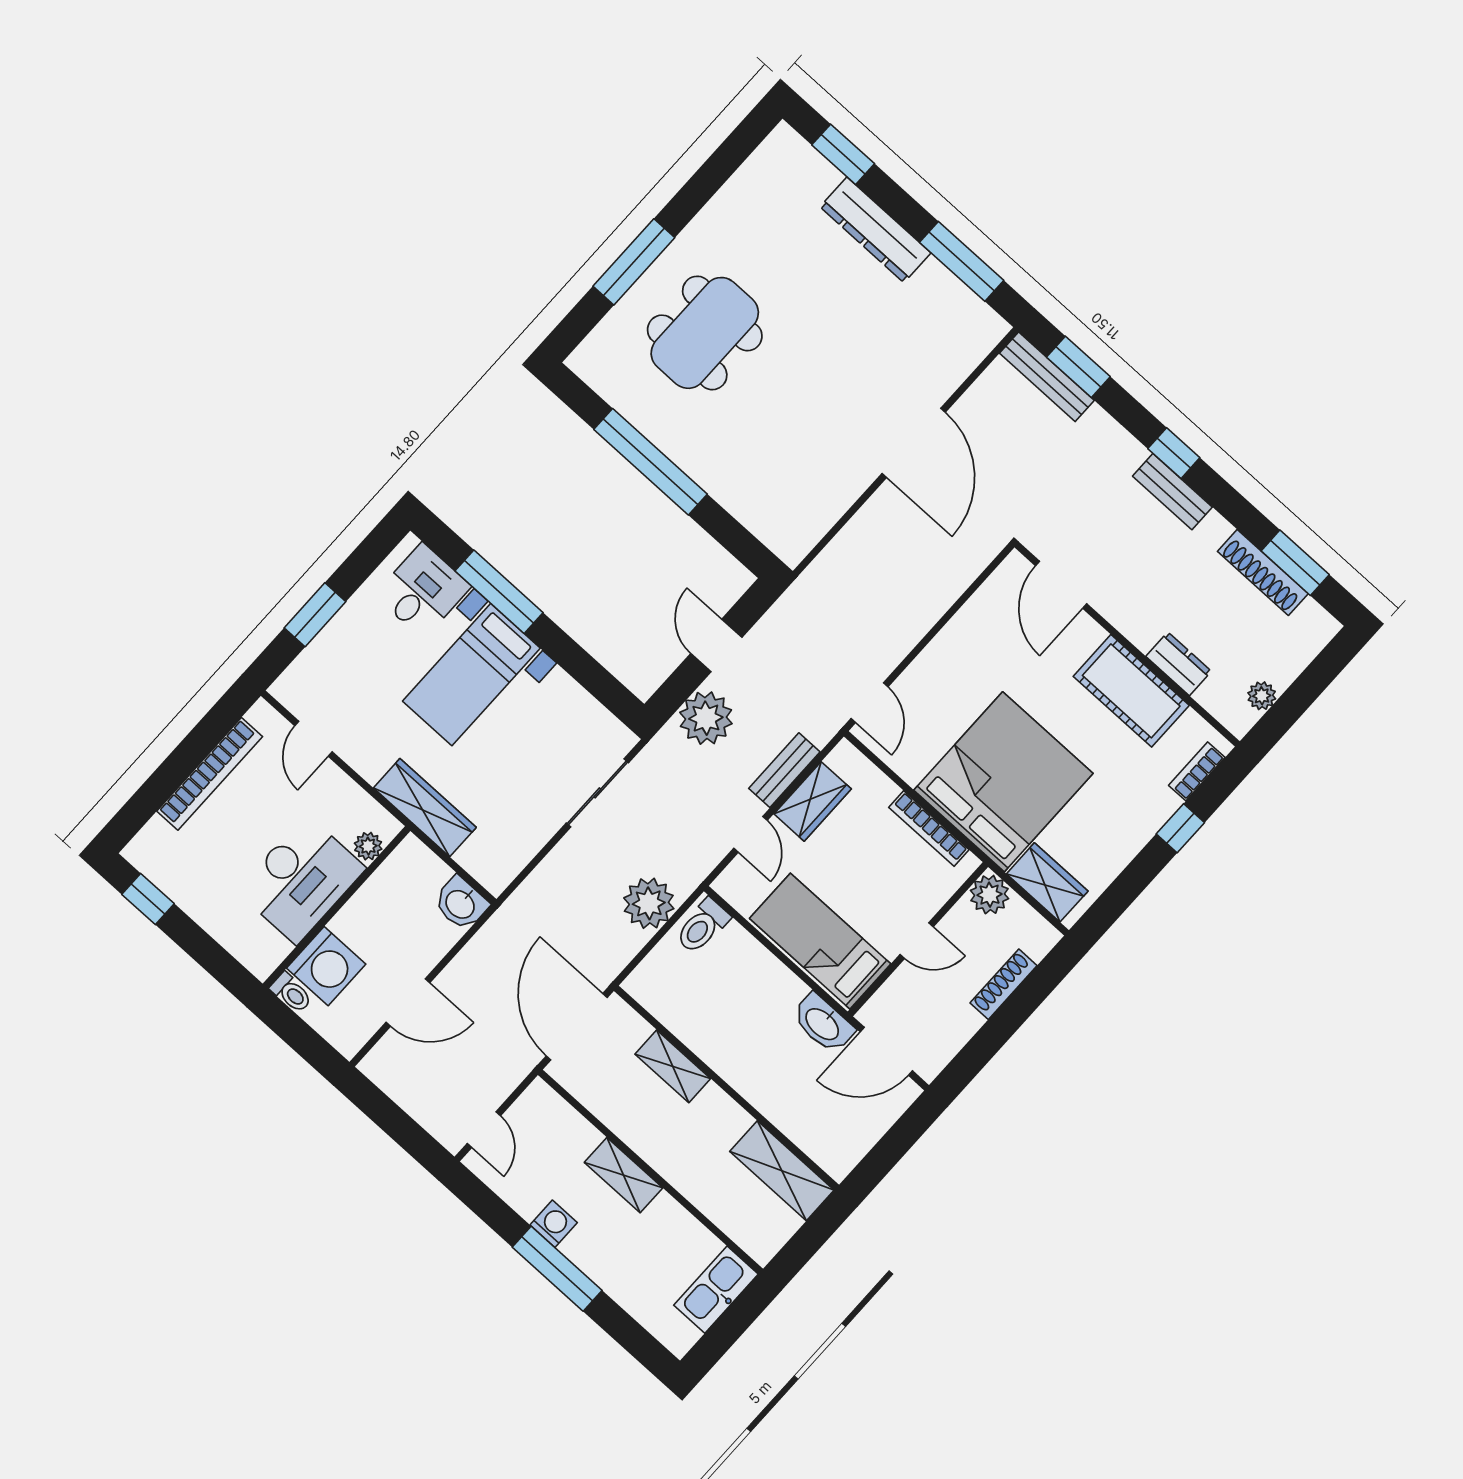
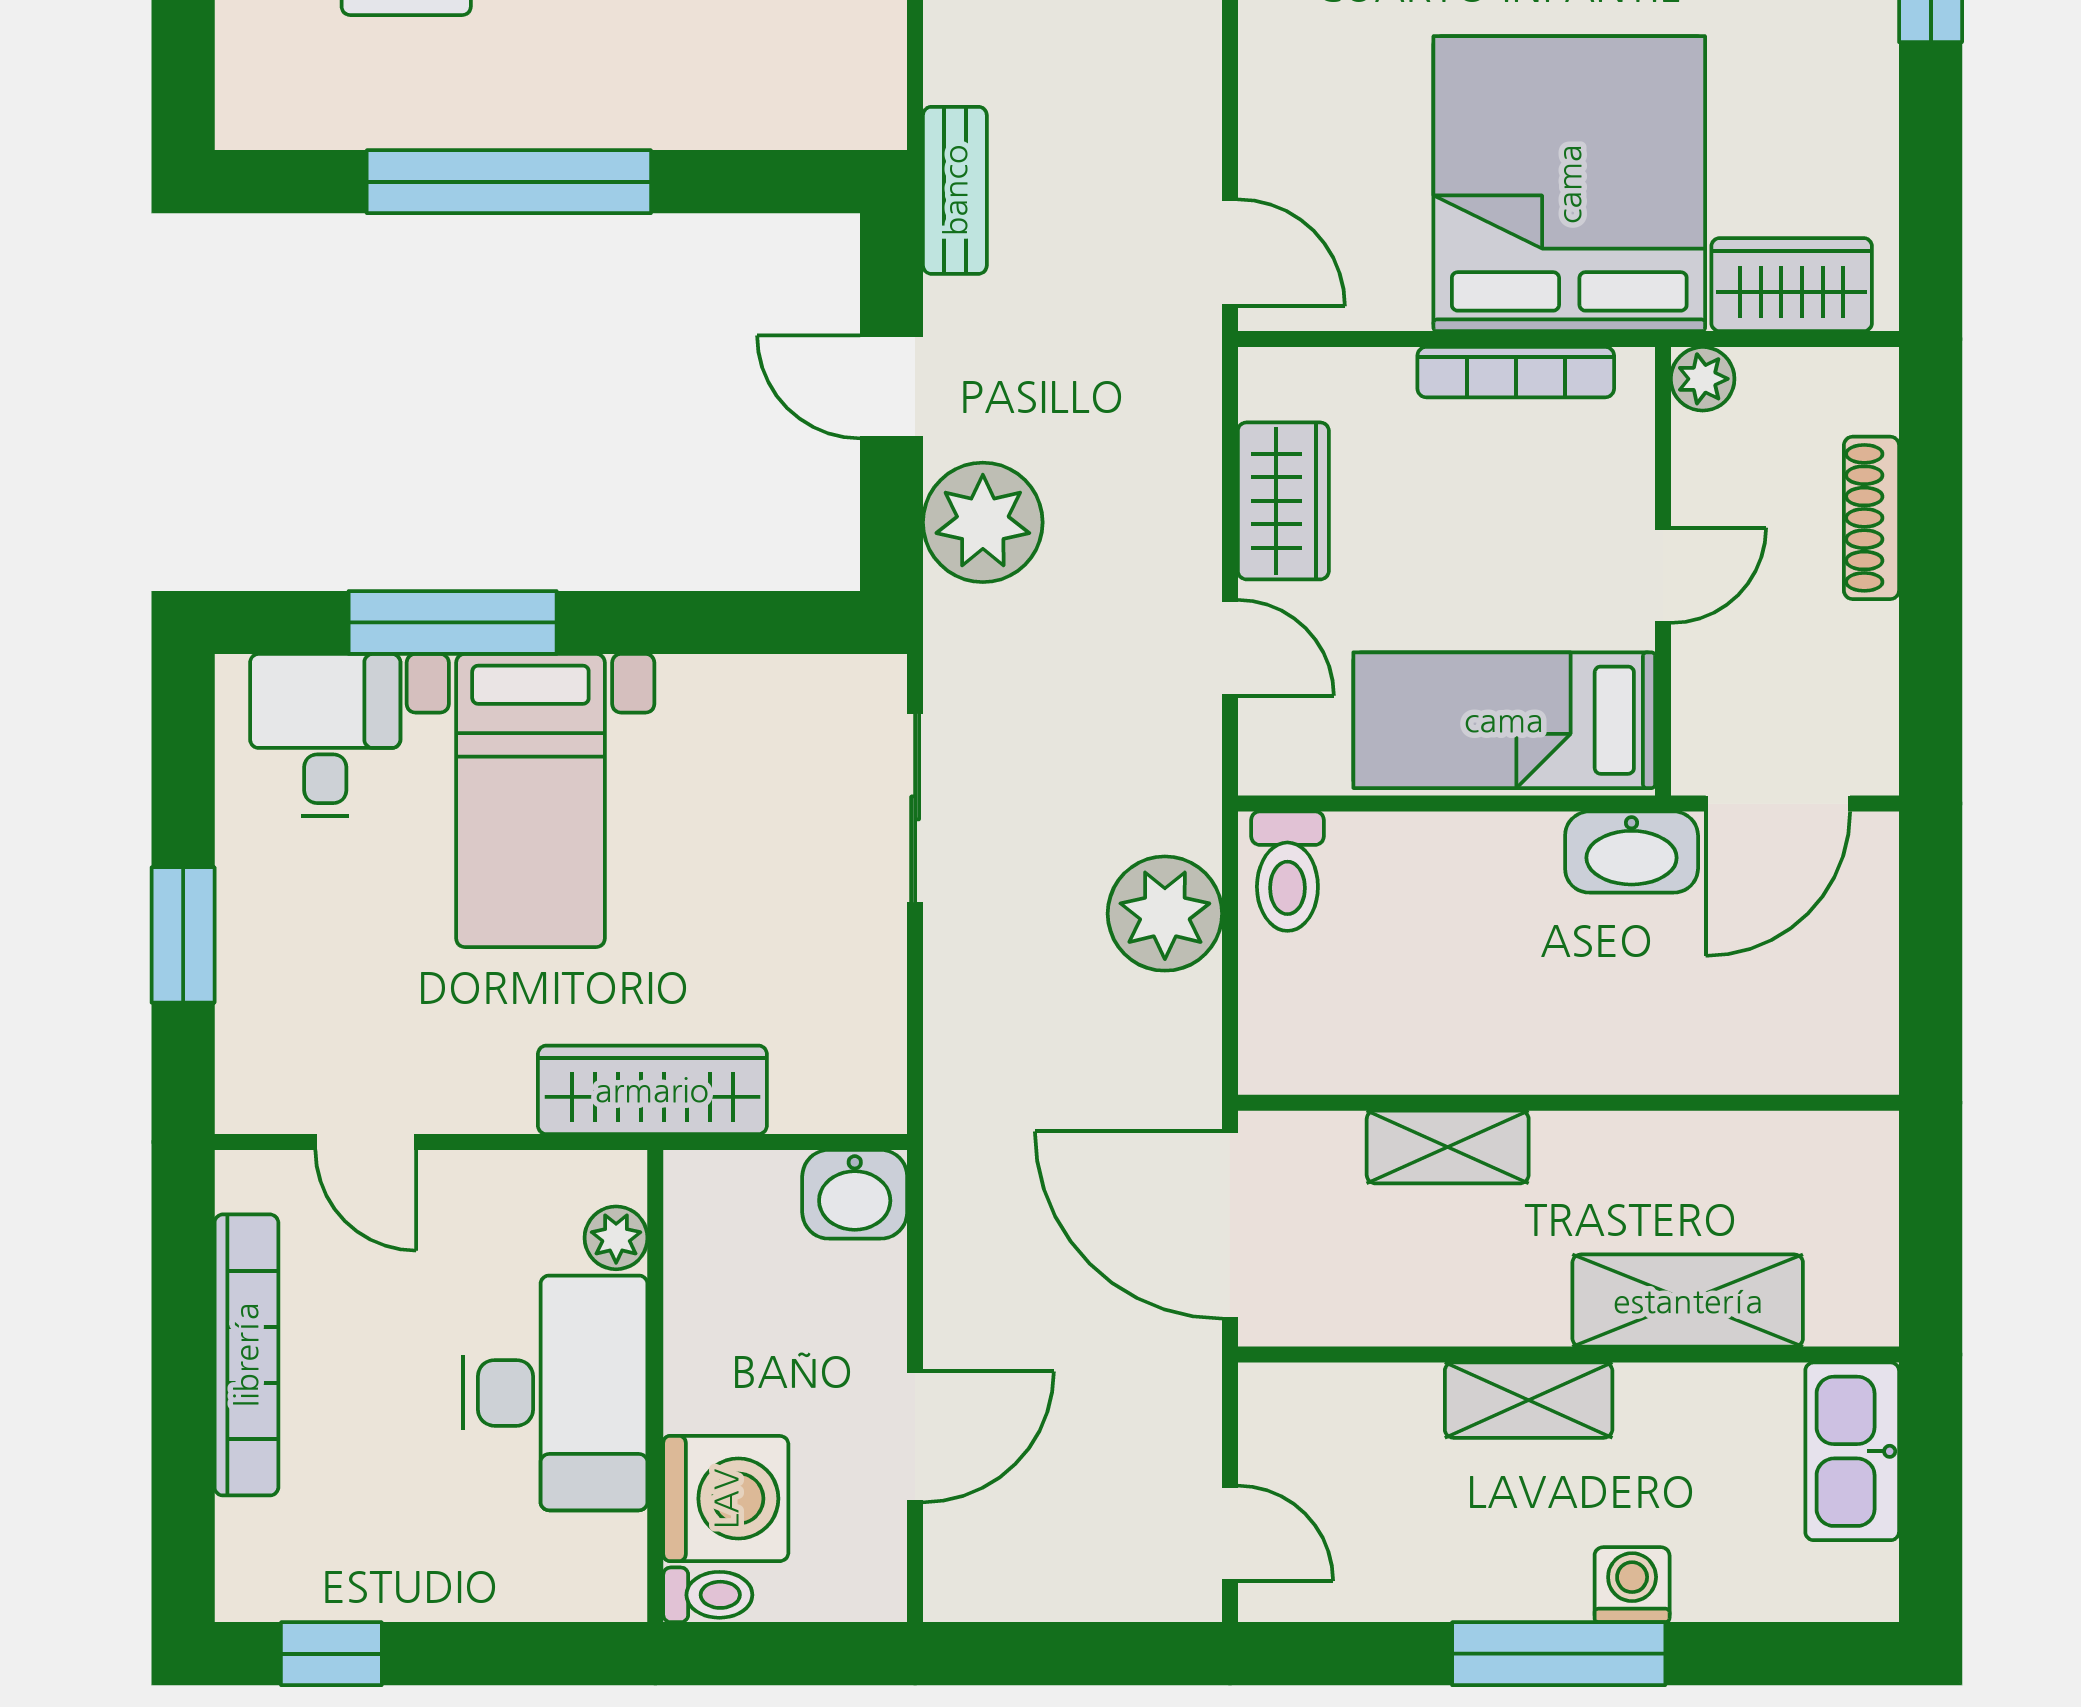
bench: (784, 770) -> (955, 190), moved
plant: (990, 895) -> (1703, 379), width x0.73, depth x0.73
shelving: (782, 1171) -> (1688, 1301), moved
washing machine: (554, 1224) -> (1632, 1585), moved

